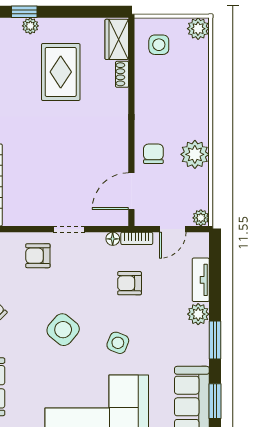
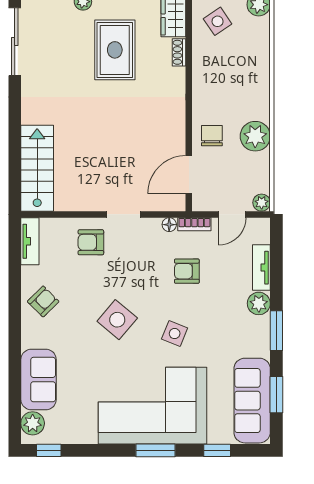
side table: (159, 45) -> (218, 21), turned -34

